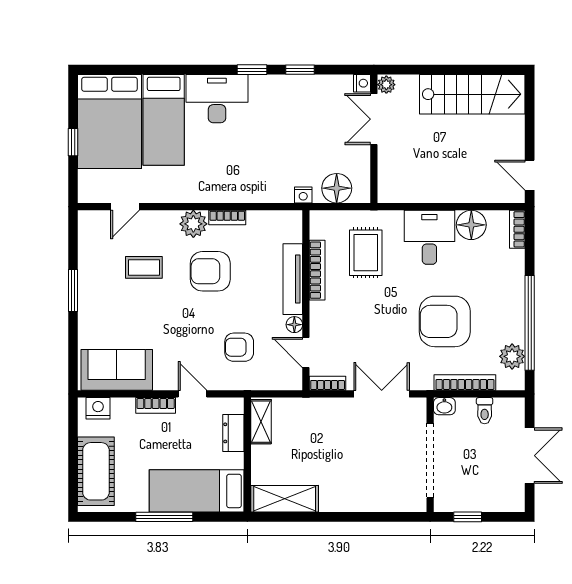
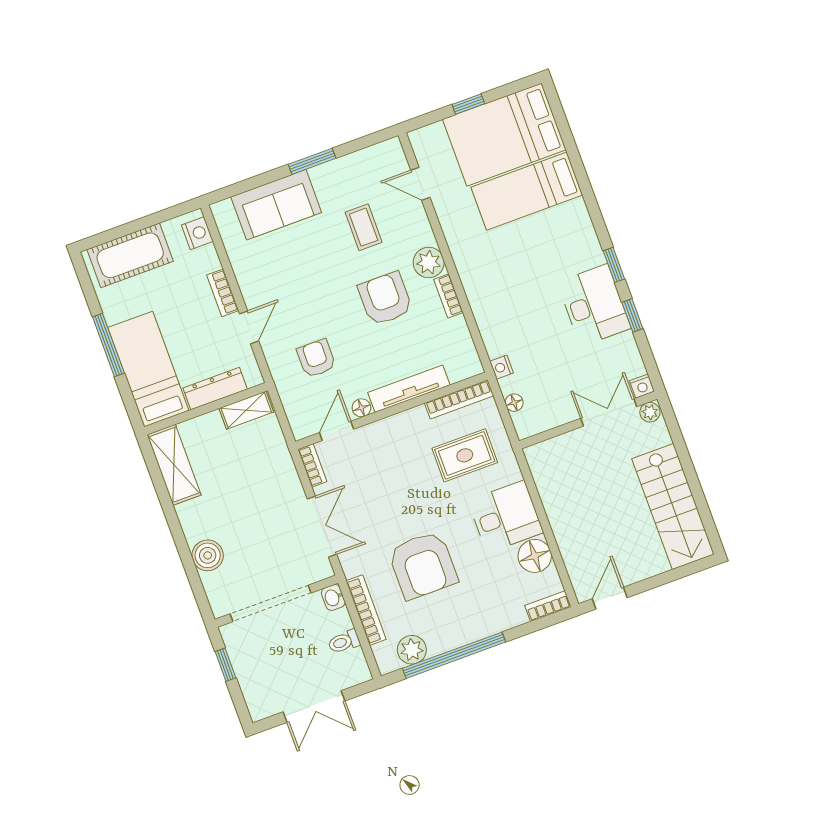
desk: (217, 99) -> (594, 305), moved
floor lamp: (337, 188) -> (514, 403), width x0.53, depth x0.53
bookcase: (317, 270) -> (459, 399), moved
armchair: (445, 321) -> (423, 565), turned 180
sofa: (117, 370) -> (276, 205), moved, turned 90
dresser: (233, 433) -> (215, 389), width x1.44
boiler: (371, 498) -> (208, 555), added

